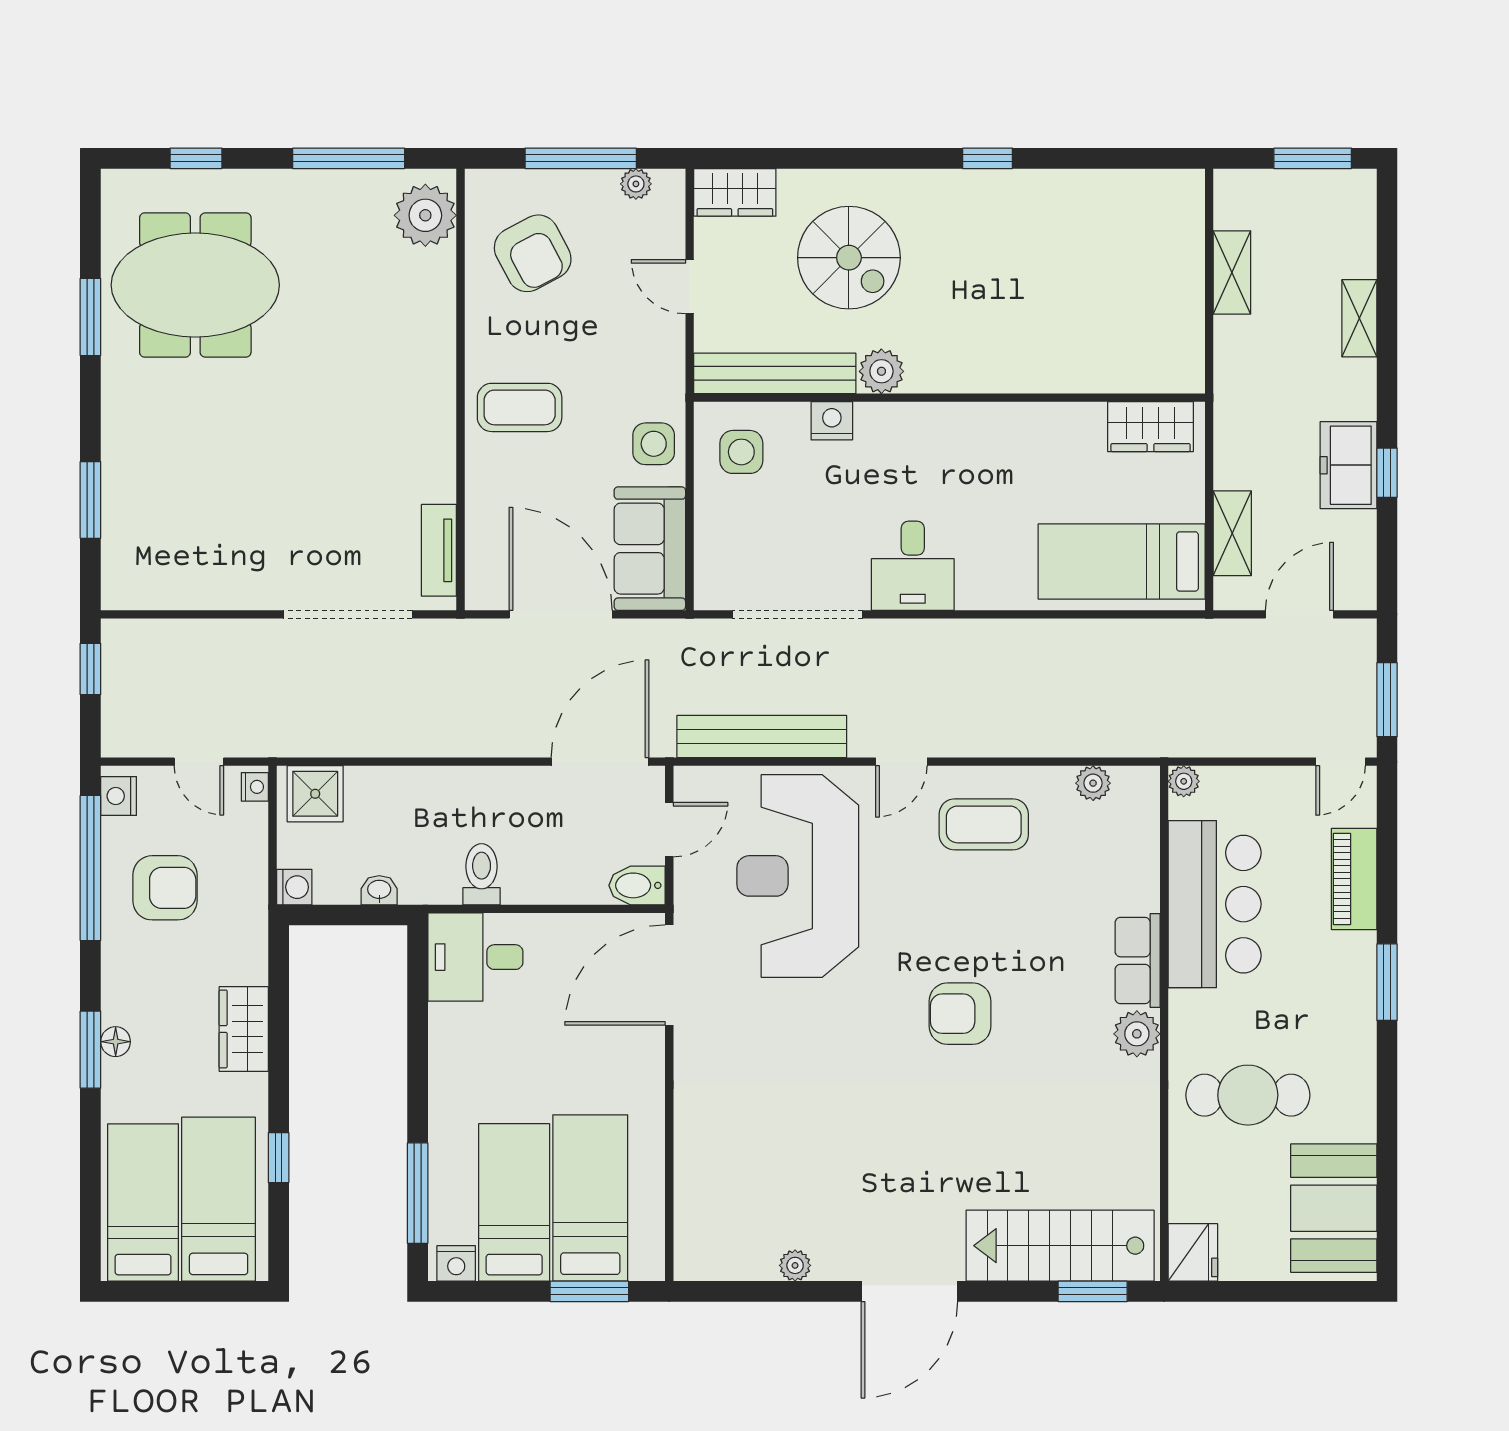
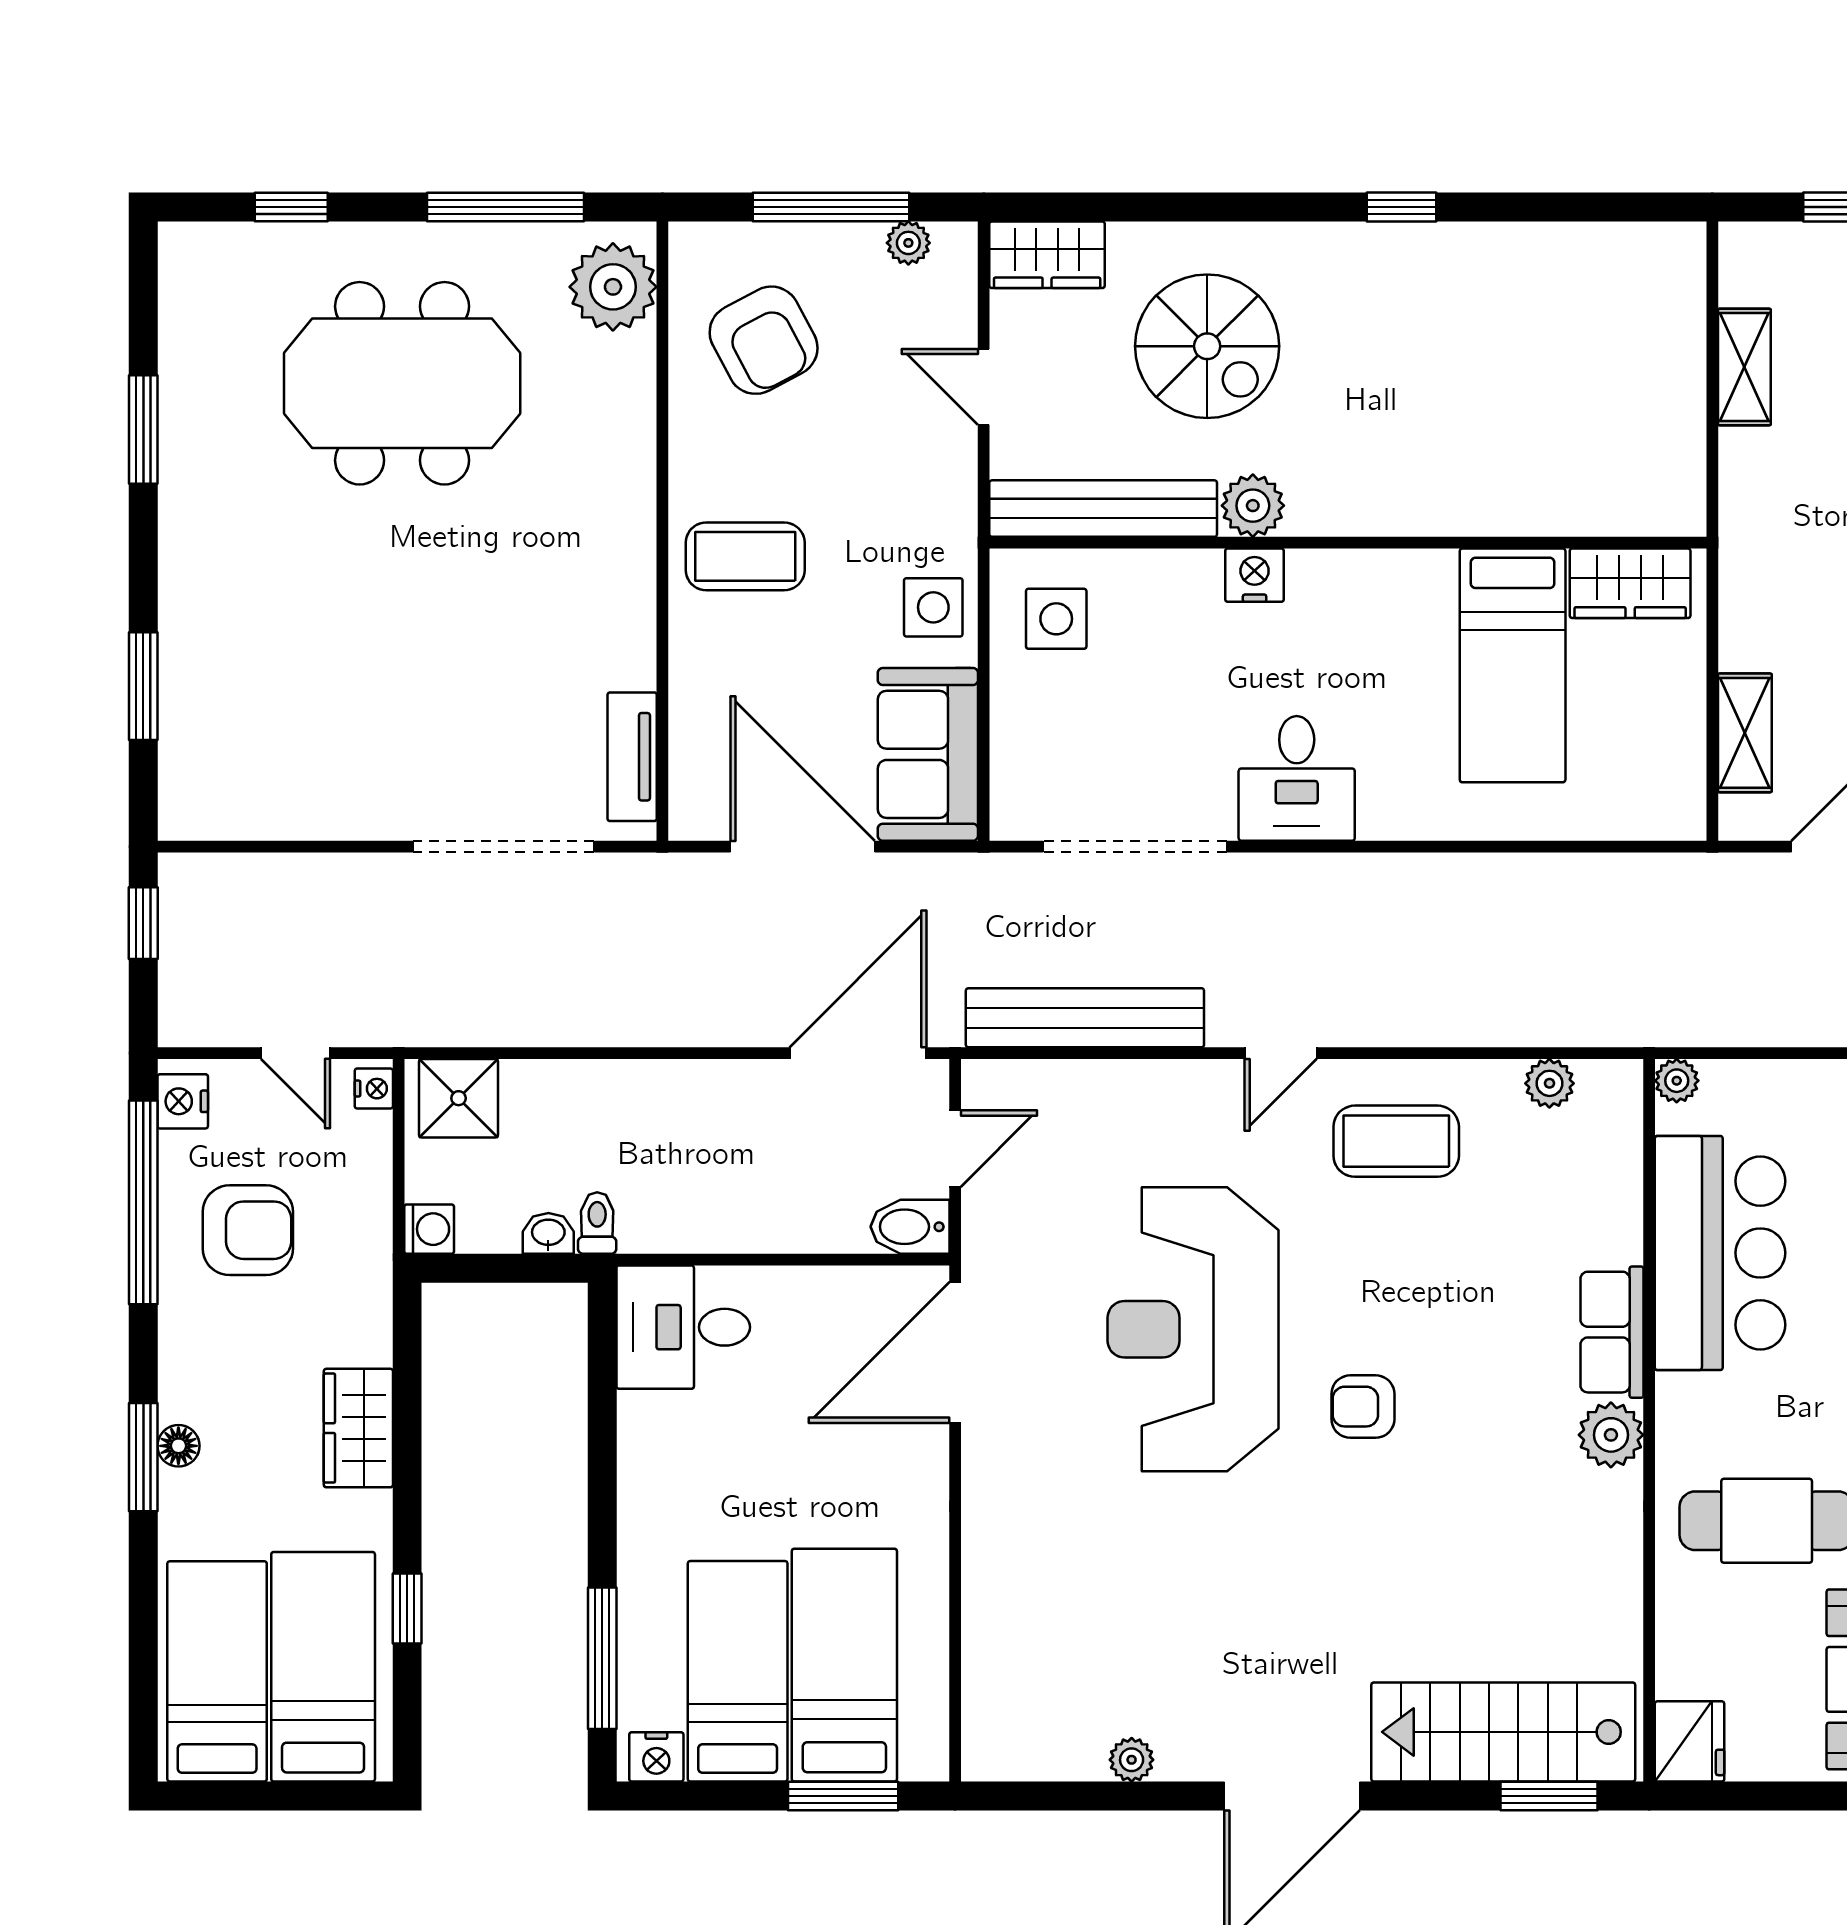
meeting table: (195, 285) -> (402, 383), moved
nightstand: (832, 421) -> (1255, 575), moved
bed: (1122, 561) -> (1513, 665), moved, turned -90
toilet: (482, 874) -> (597, 1223), moved, width x0.73, depth x0.72
reception desk: (798, 876) -> (1193, 1329), moved
armchair: (960, 1014) -> (1363, 1407), width x0.72, depth x0.72

